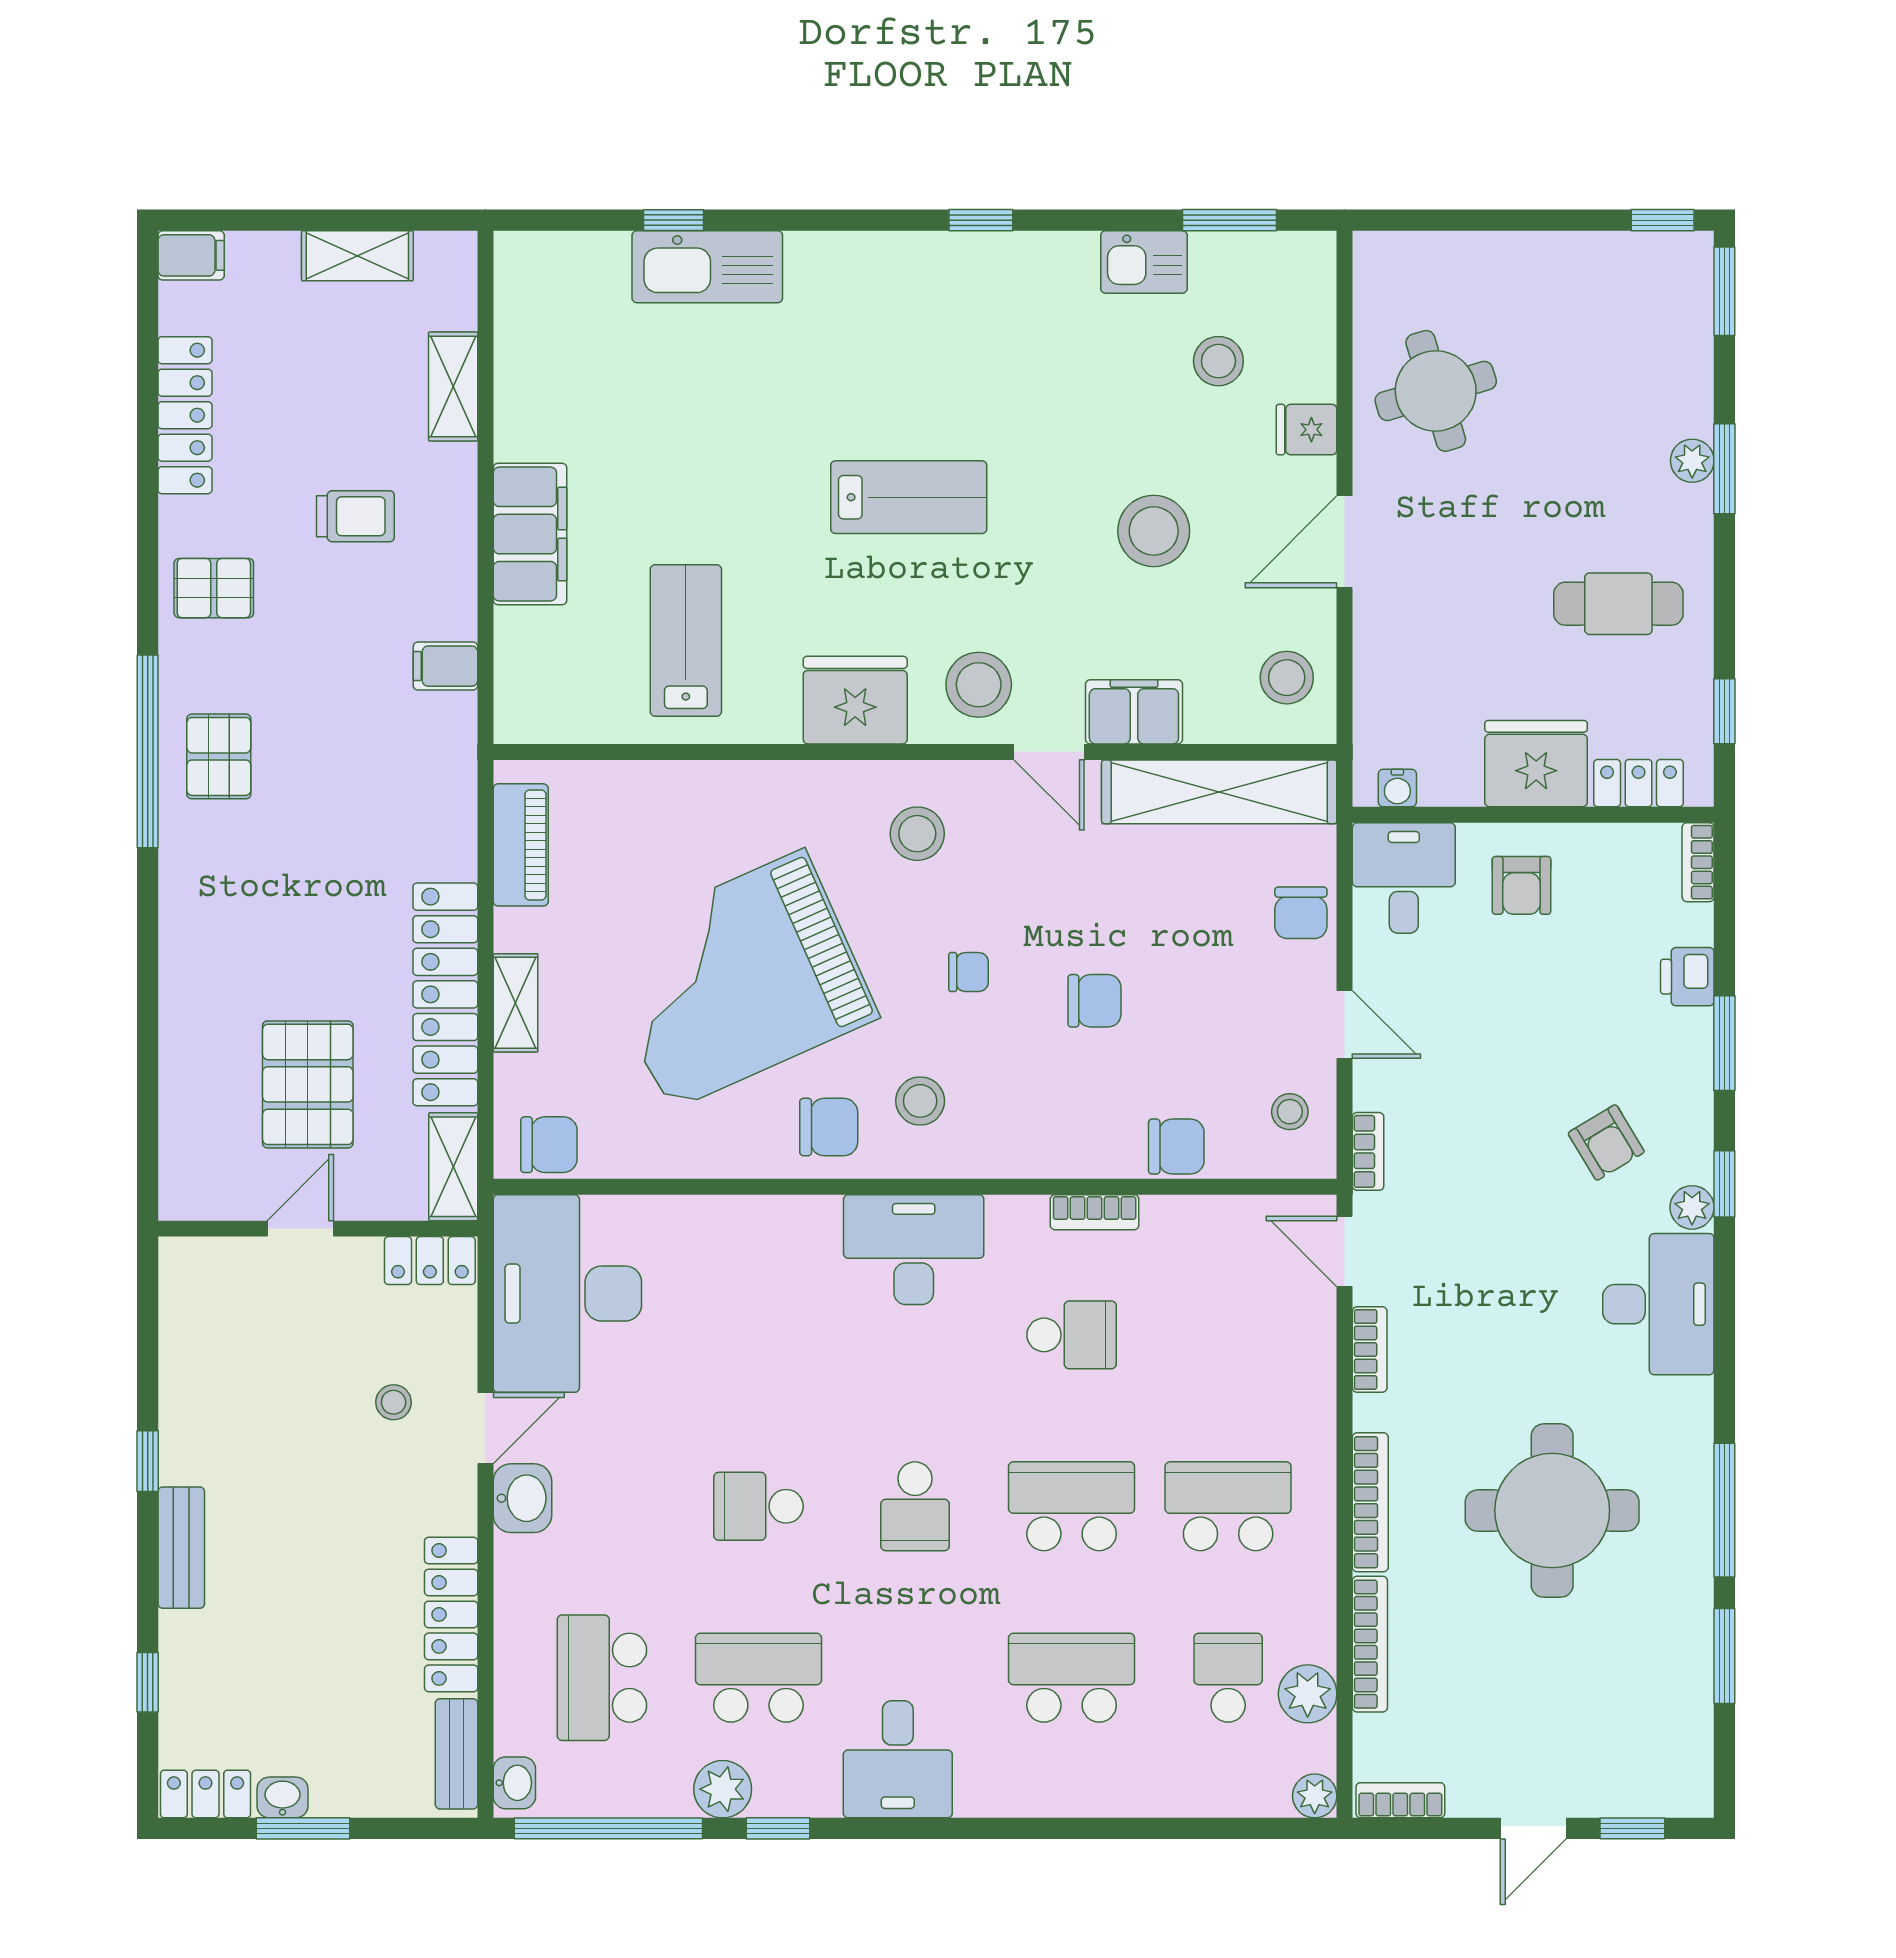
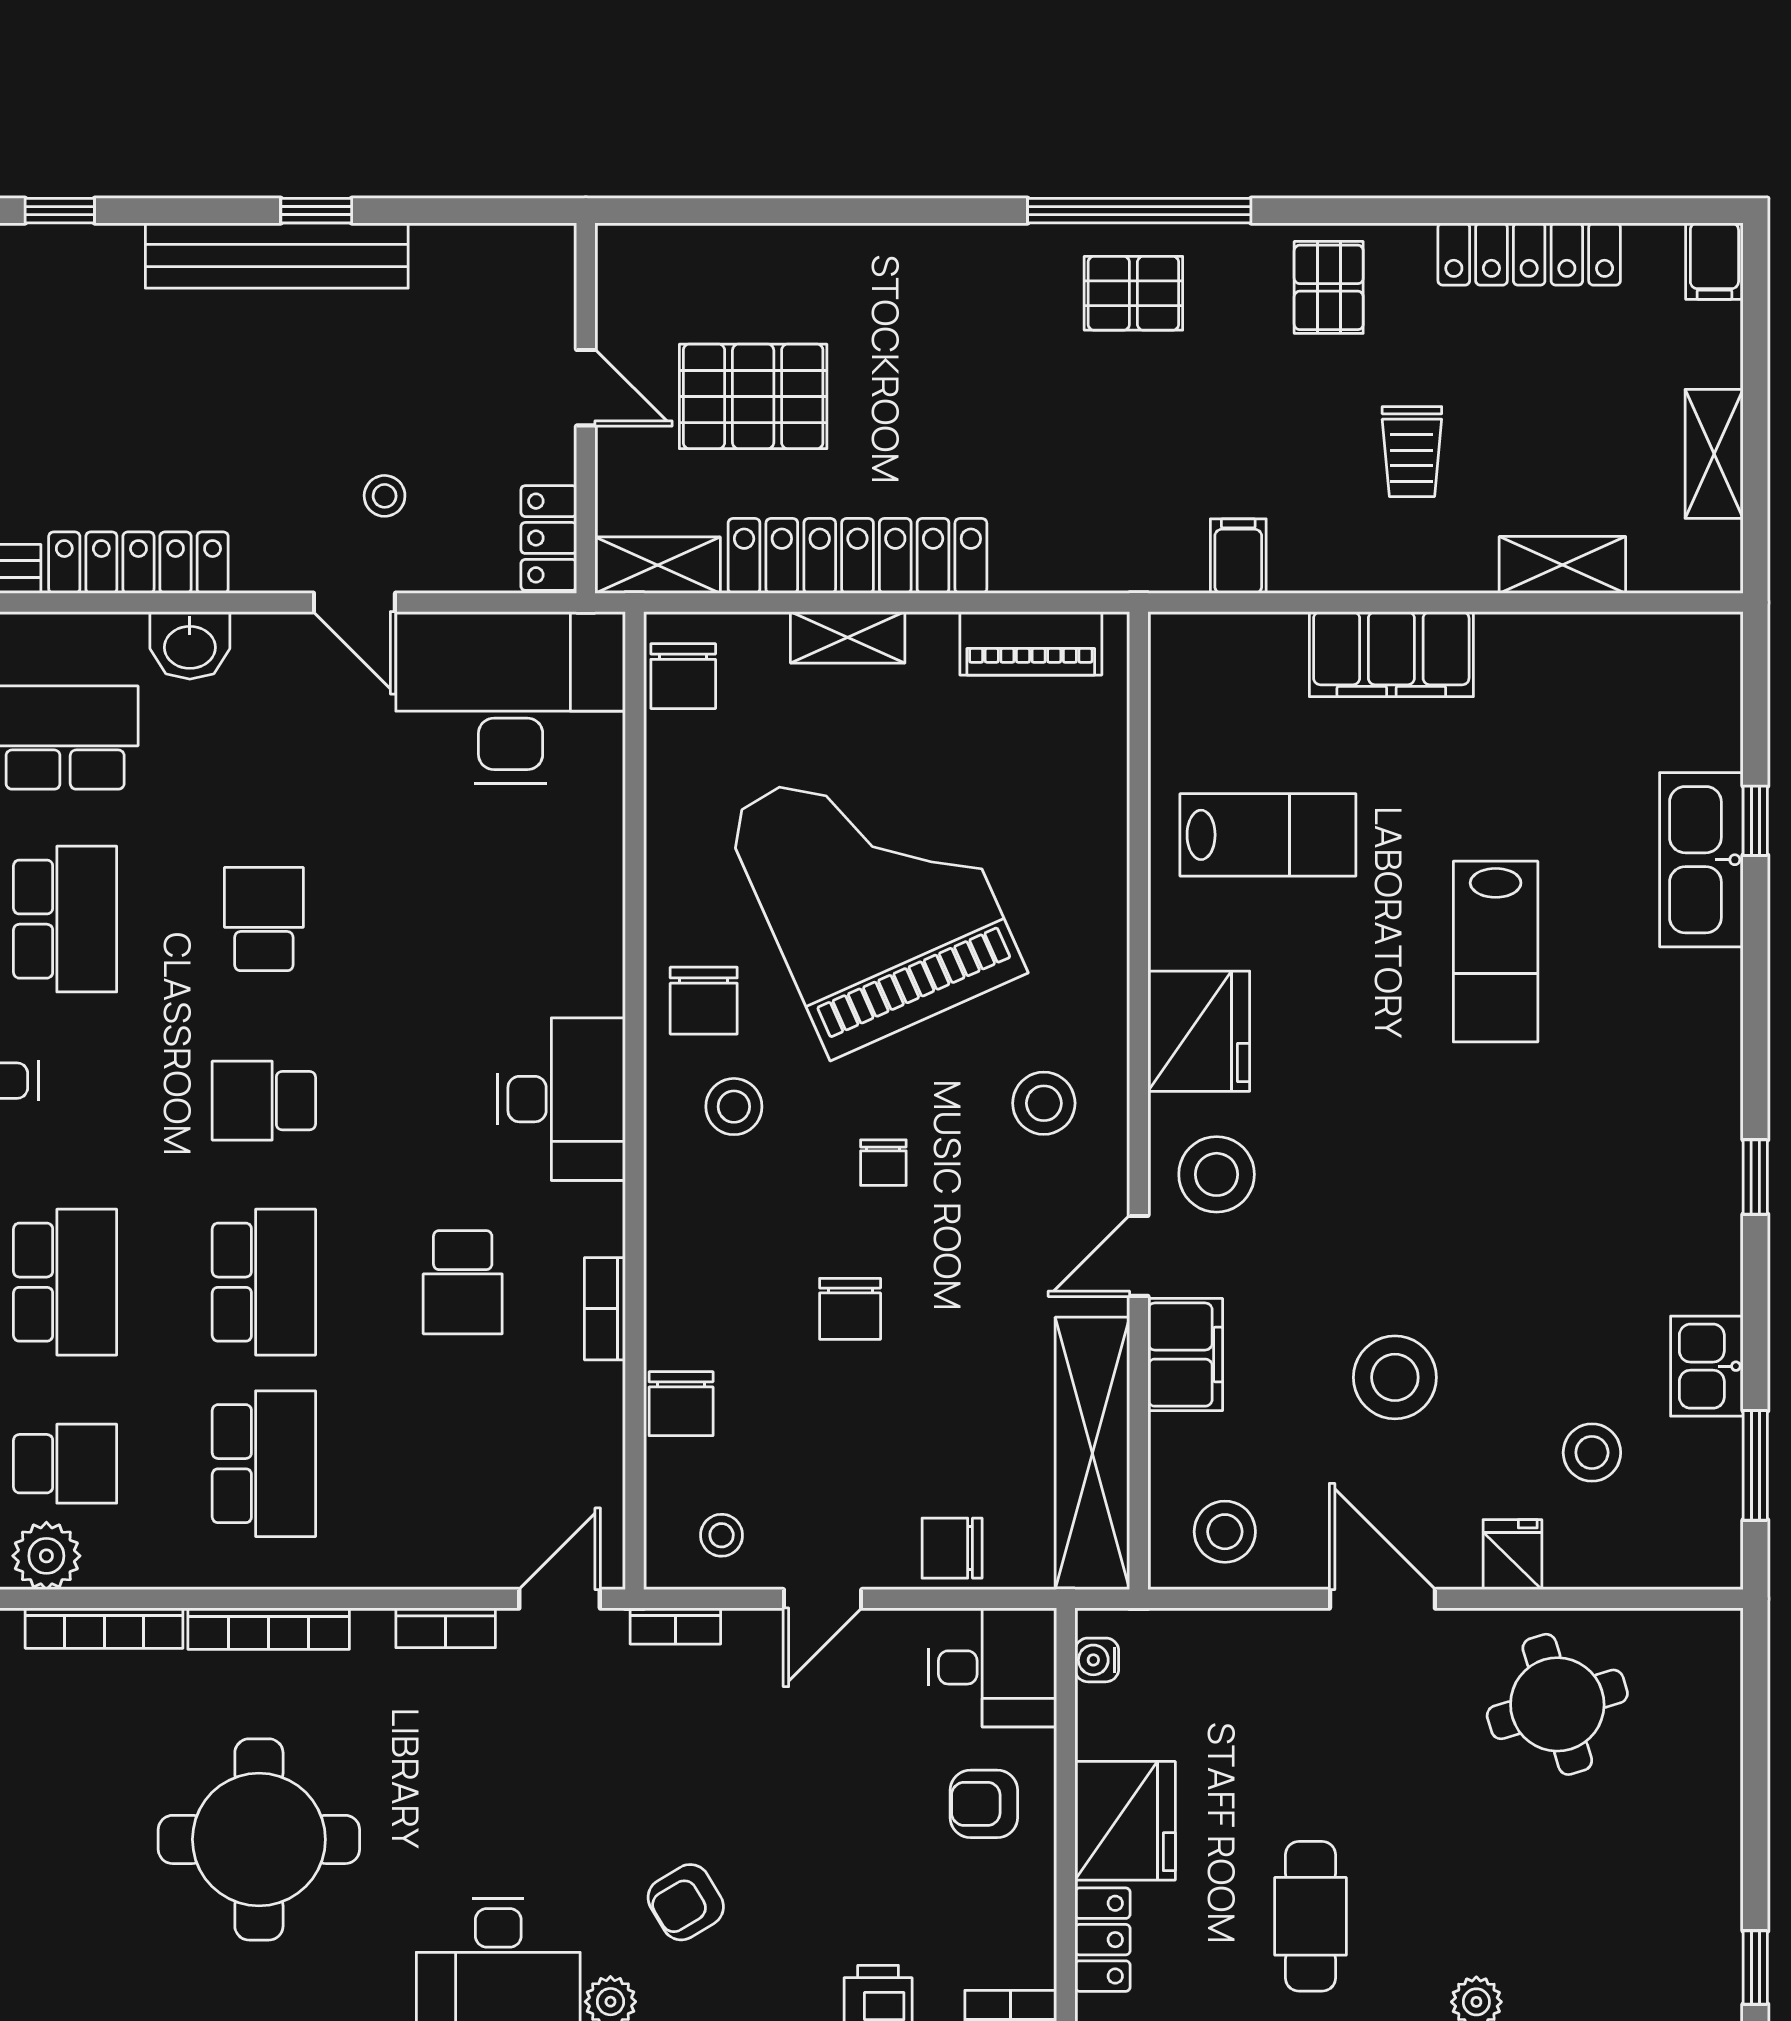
lab bench: (909, 497) -> (1496, 952), moved
washbasin: (522, 1498) -> (190, 645), moved
bench: (181, 1548) -> (277, 255), width x1.86, depth x1.21

